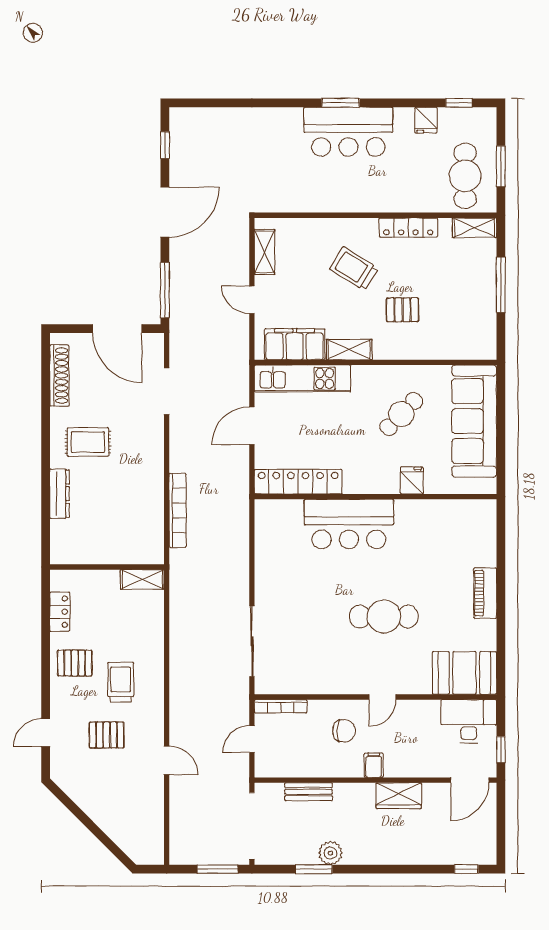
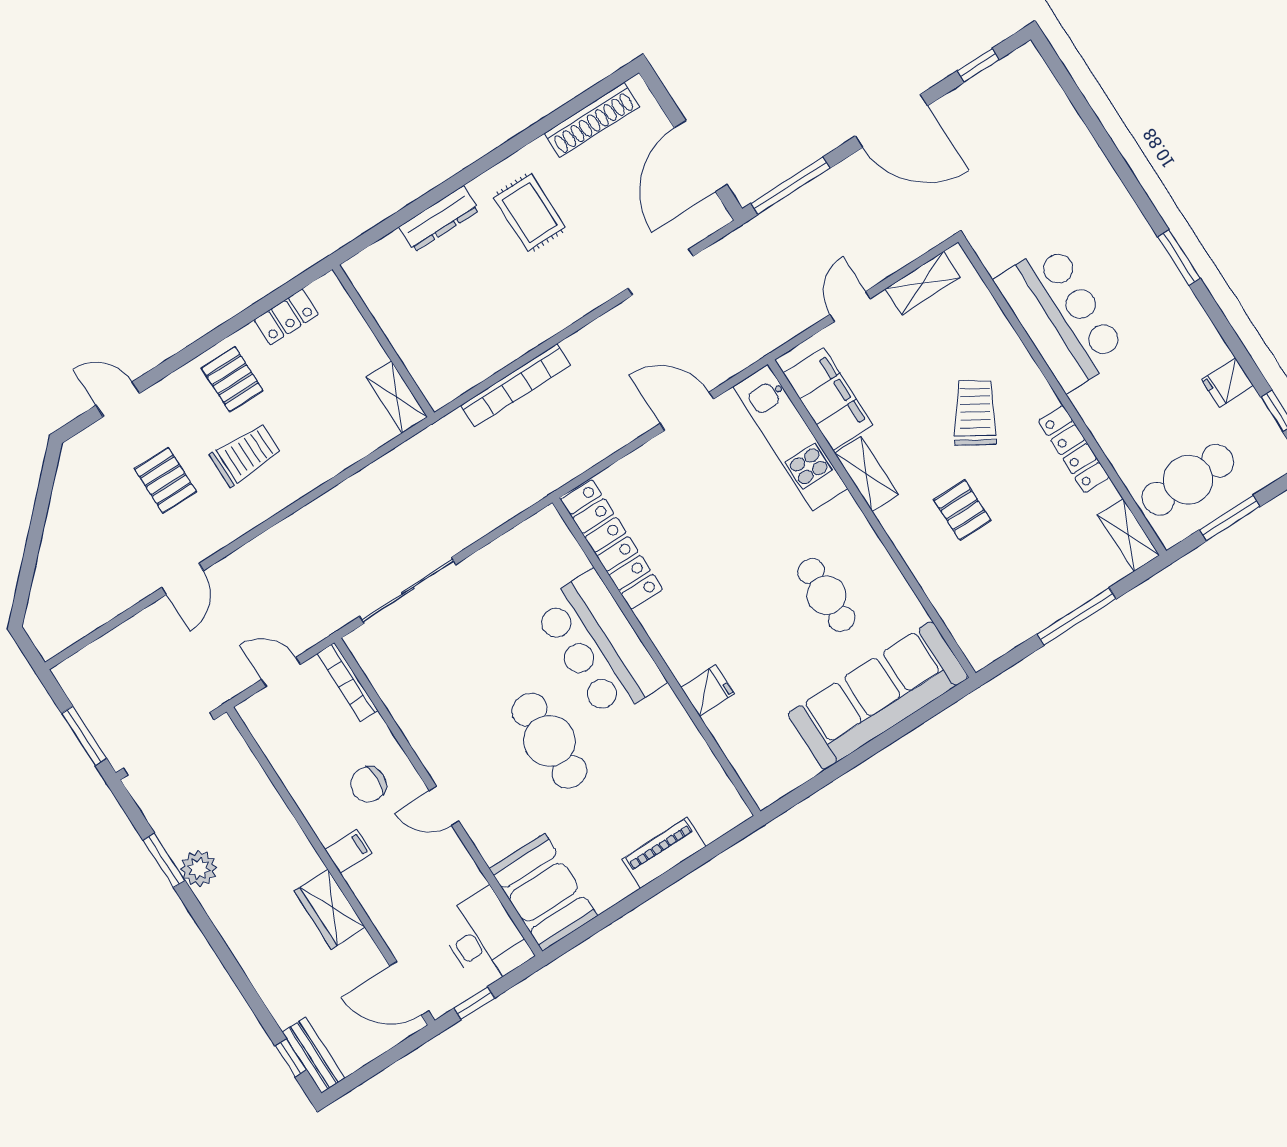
bar counter: (348, 132) -> (1061, 317), moved, turned 180
cafe table: (401, 414) -> (826, 595), turned 46
fridge: (412, 480) -> (708, 691), moved
locker: (298, 482) -> (612, 544), moved
wall: (375, 497) -> (656, 657), moved
bar counter: (349, 524) -> (599, 645), moved
chair: (344, 731) -> (368, 784), turned 90
bench: (309, 792) -> (313, 1055), moved

